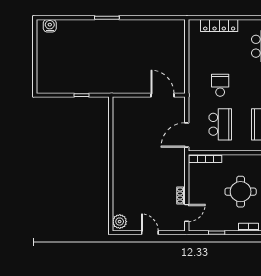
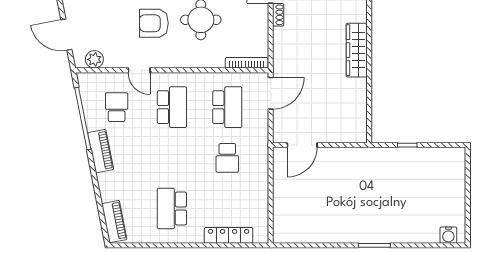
door: (162, 95) -> (302, 145), hinge flipped
school desk: (220, 124) -> (227, 107), turned 180
wardrobe: (120, 168) -> (357, 50), added

